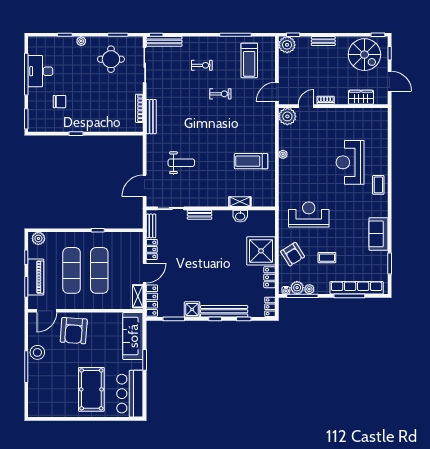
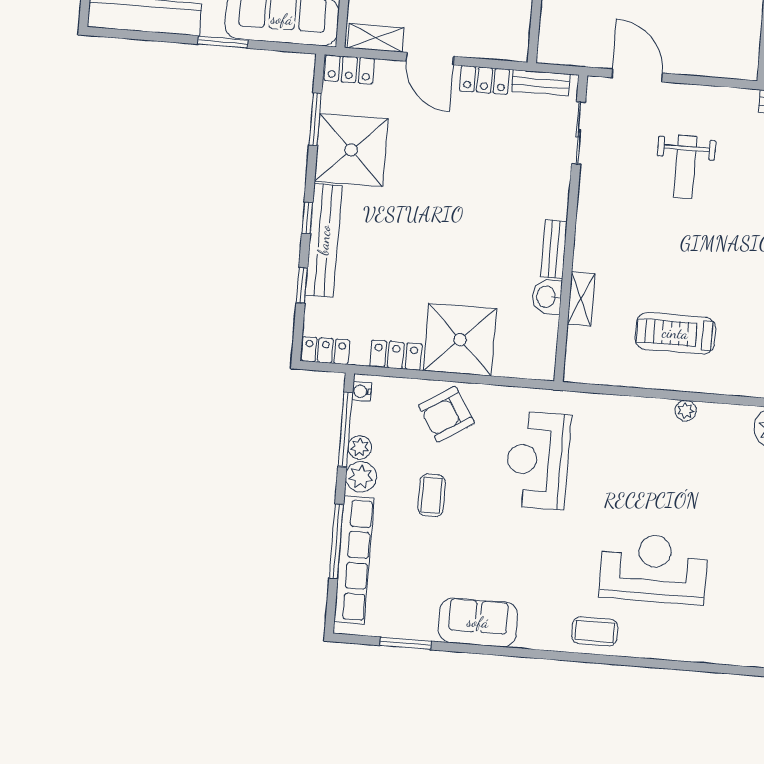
treadmill: (251, 161) -> (675, 333), turned -90
reception desk: (309, 214) -> (538, 460), turned 180
bench: (200, 215) -> (554, 249), moved
plant: (297, 288) -> (361, 477), moved
locker: (152, 301) -> (349, 69), width x0.66
shower: (192, 309) -> (351, 150), width x1.86, depth x1.86

